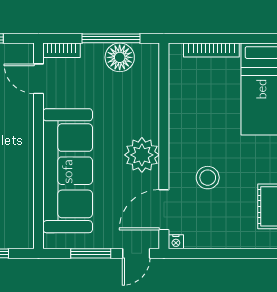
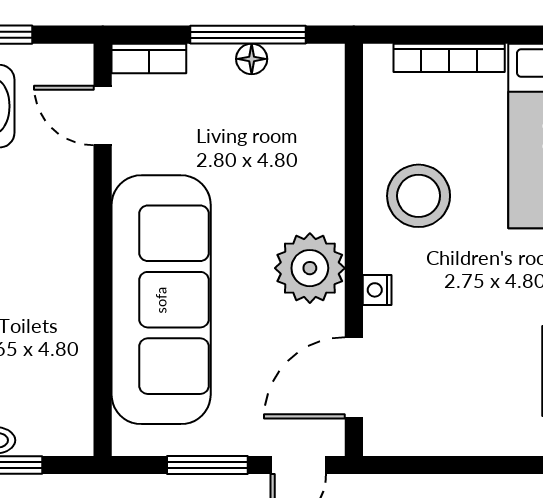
floor lamp: (120, 57) -> (252, 59), width x0.53, depth x0.53
stool: (208, 178) -> (419, 196), moved, width x1.38, depth x1.38
nightstand: (176, 242) -> (377, 290), moved, turned 90

